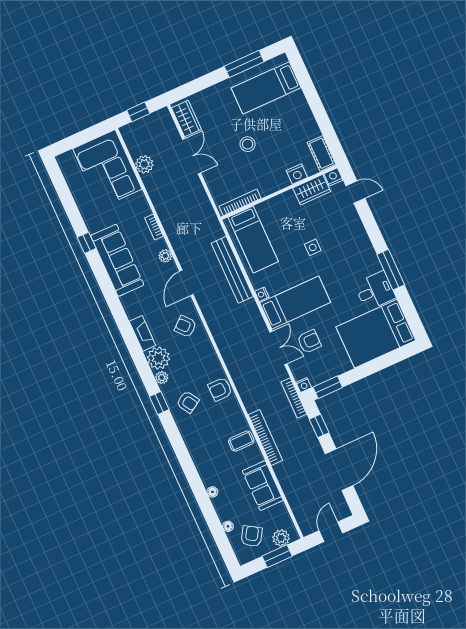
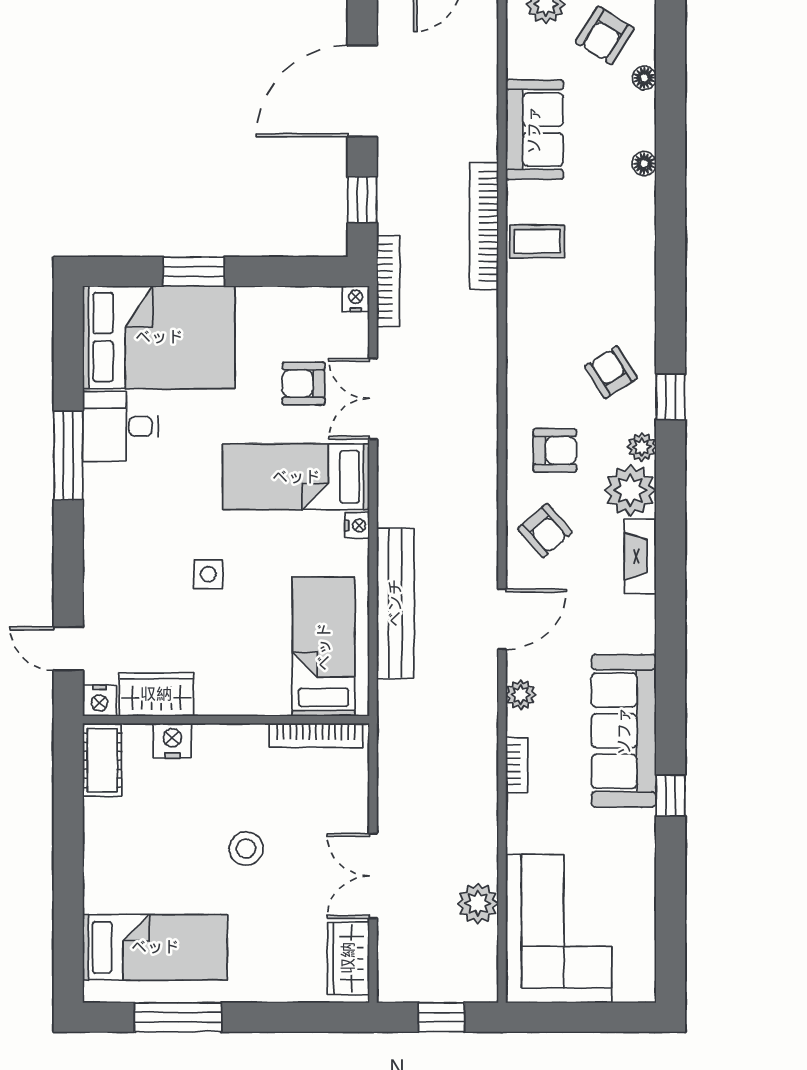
window: (328, 387) -> (194, 271), moved
armchair: (220, 389) -> (555, 450), moved

